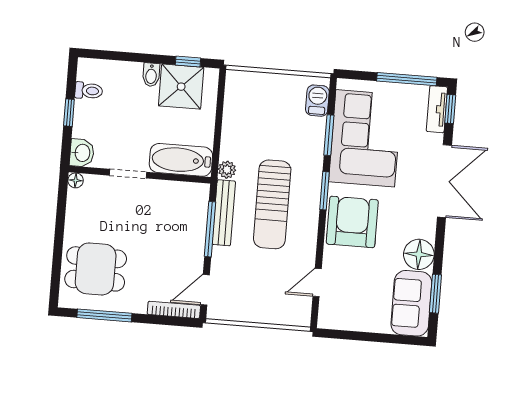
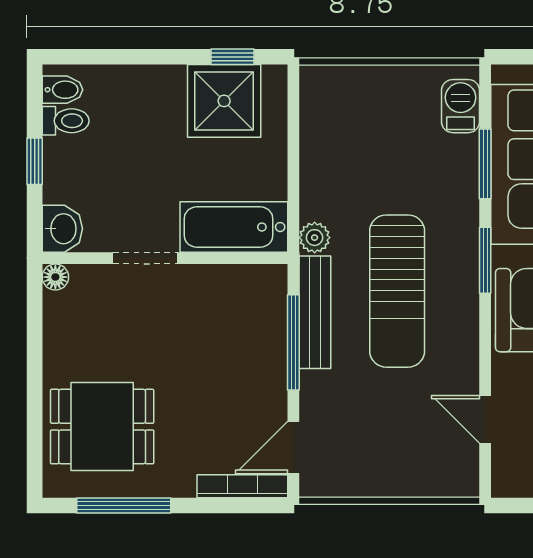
bidet: (151, 75) -> (62, 90), moved, turned -90
door: (317, 282) -> (485, 419), hinge flipped

